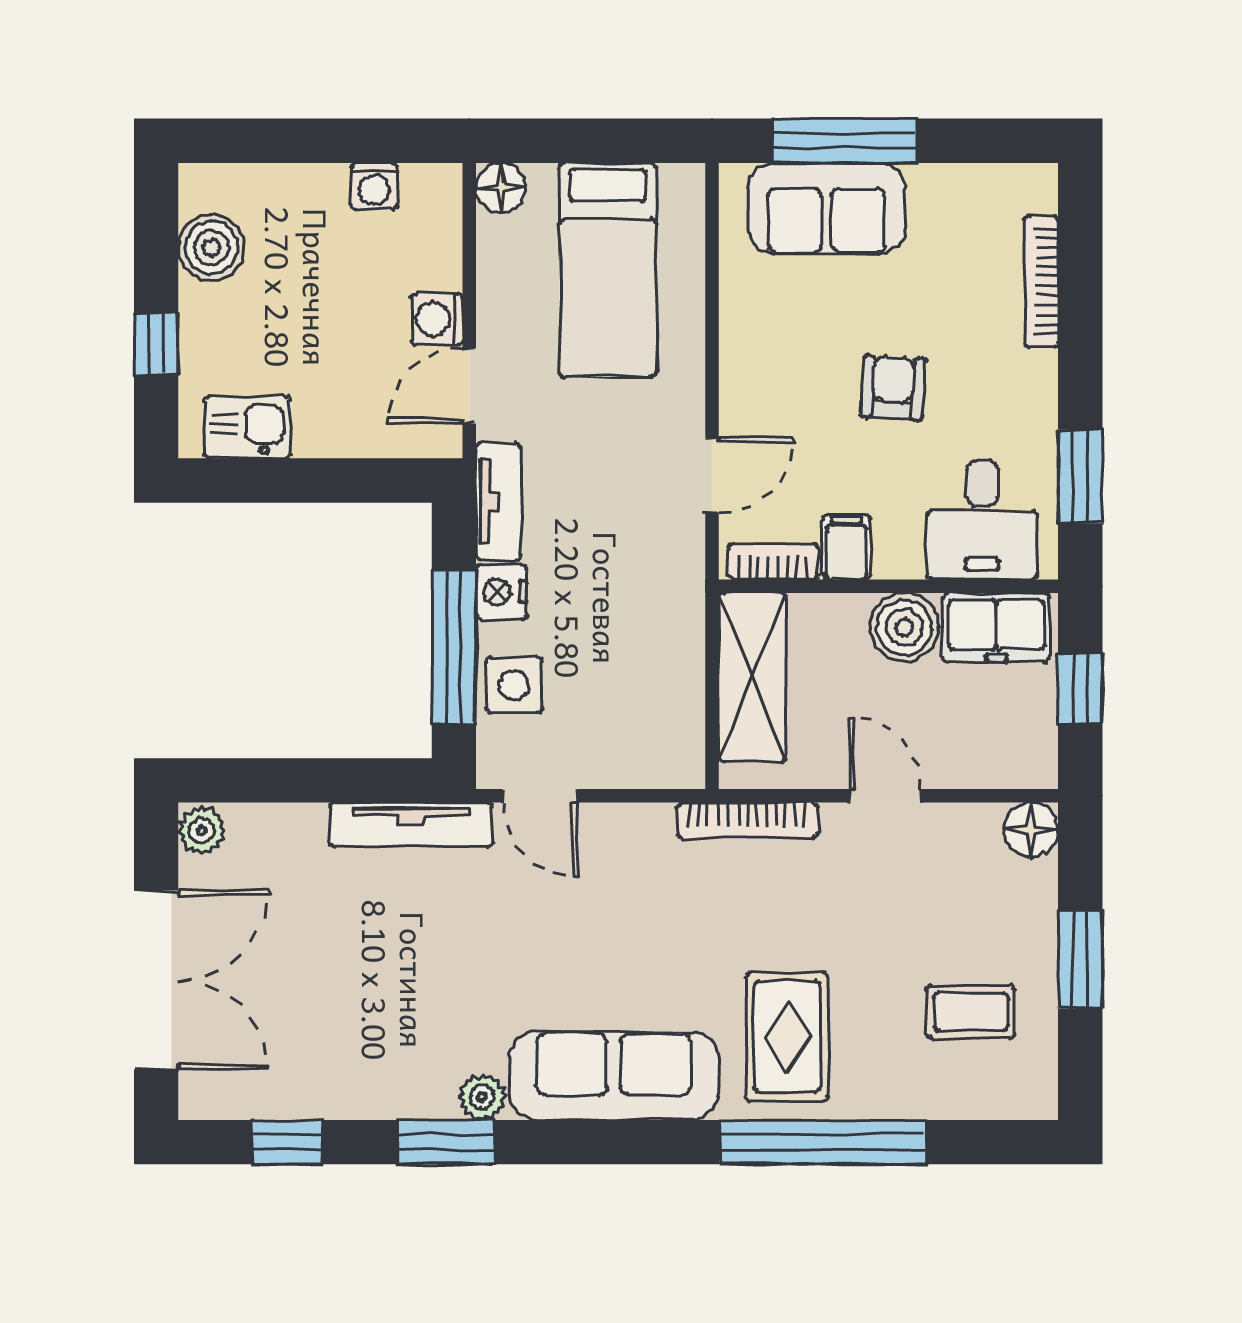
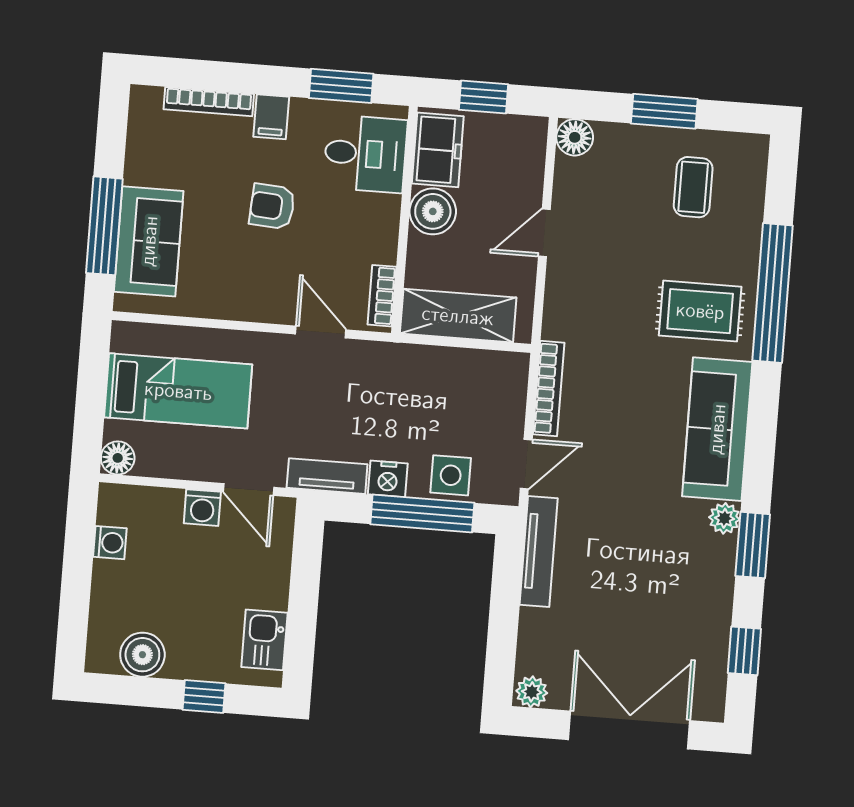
filing cabinet: (846, 548) -> (271, 117), moved, turned -90
bookcase: (747, 820) -> (549, 389), moved

